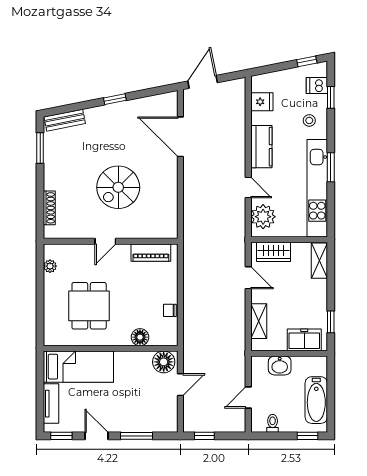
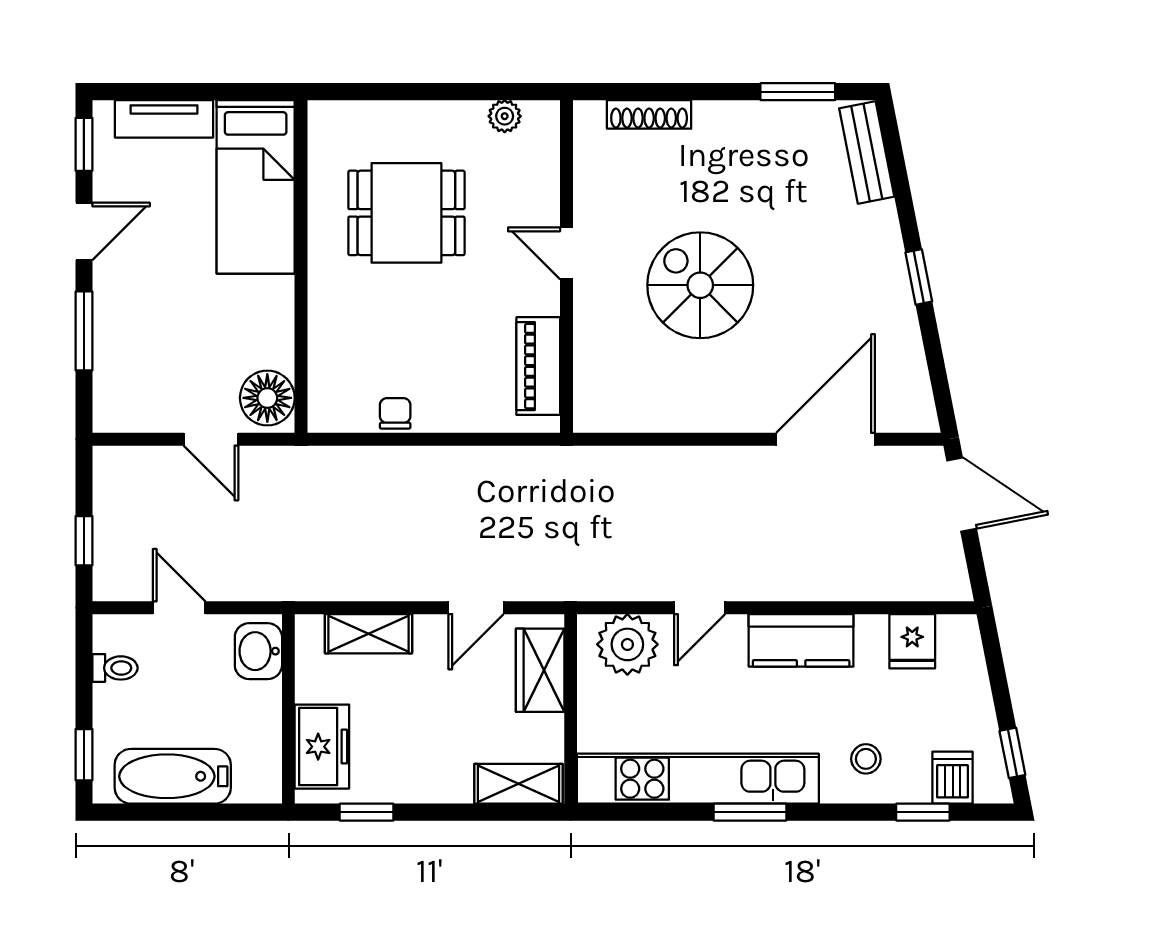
floor lamp: (140, 337) -> (329, 339), removed
washbasin: (280, 366) -> (258, 651), moved
window: (204, 436) -> (84, 541), moved

